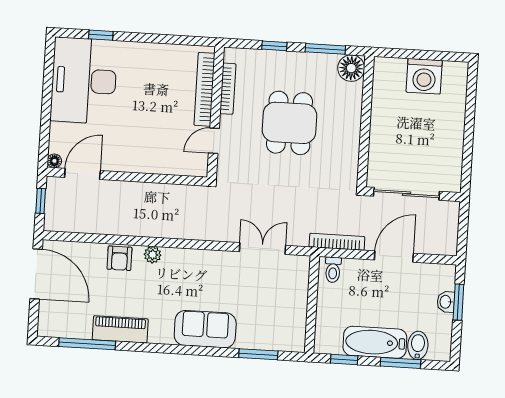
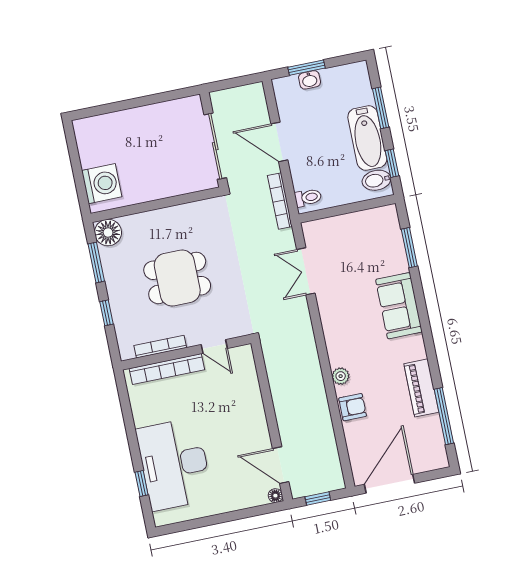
washing machine: (424, 76) -> (102, 184), moved
desk: (84, 81) -> (174, 464), moved, turned 90
bidet: (418, 345) -> (376, 180), moved

